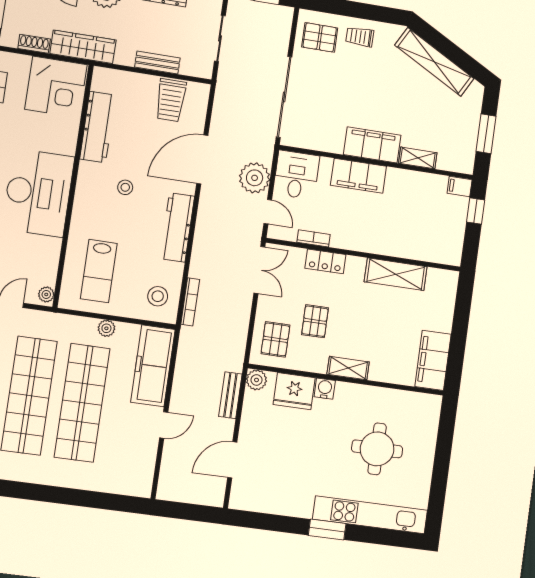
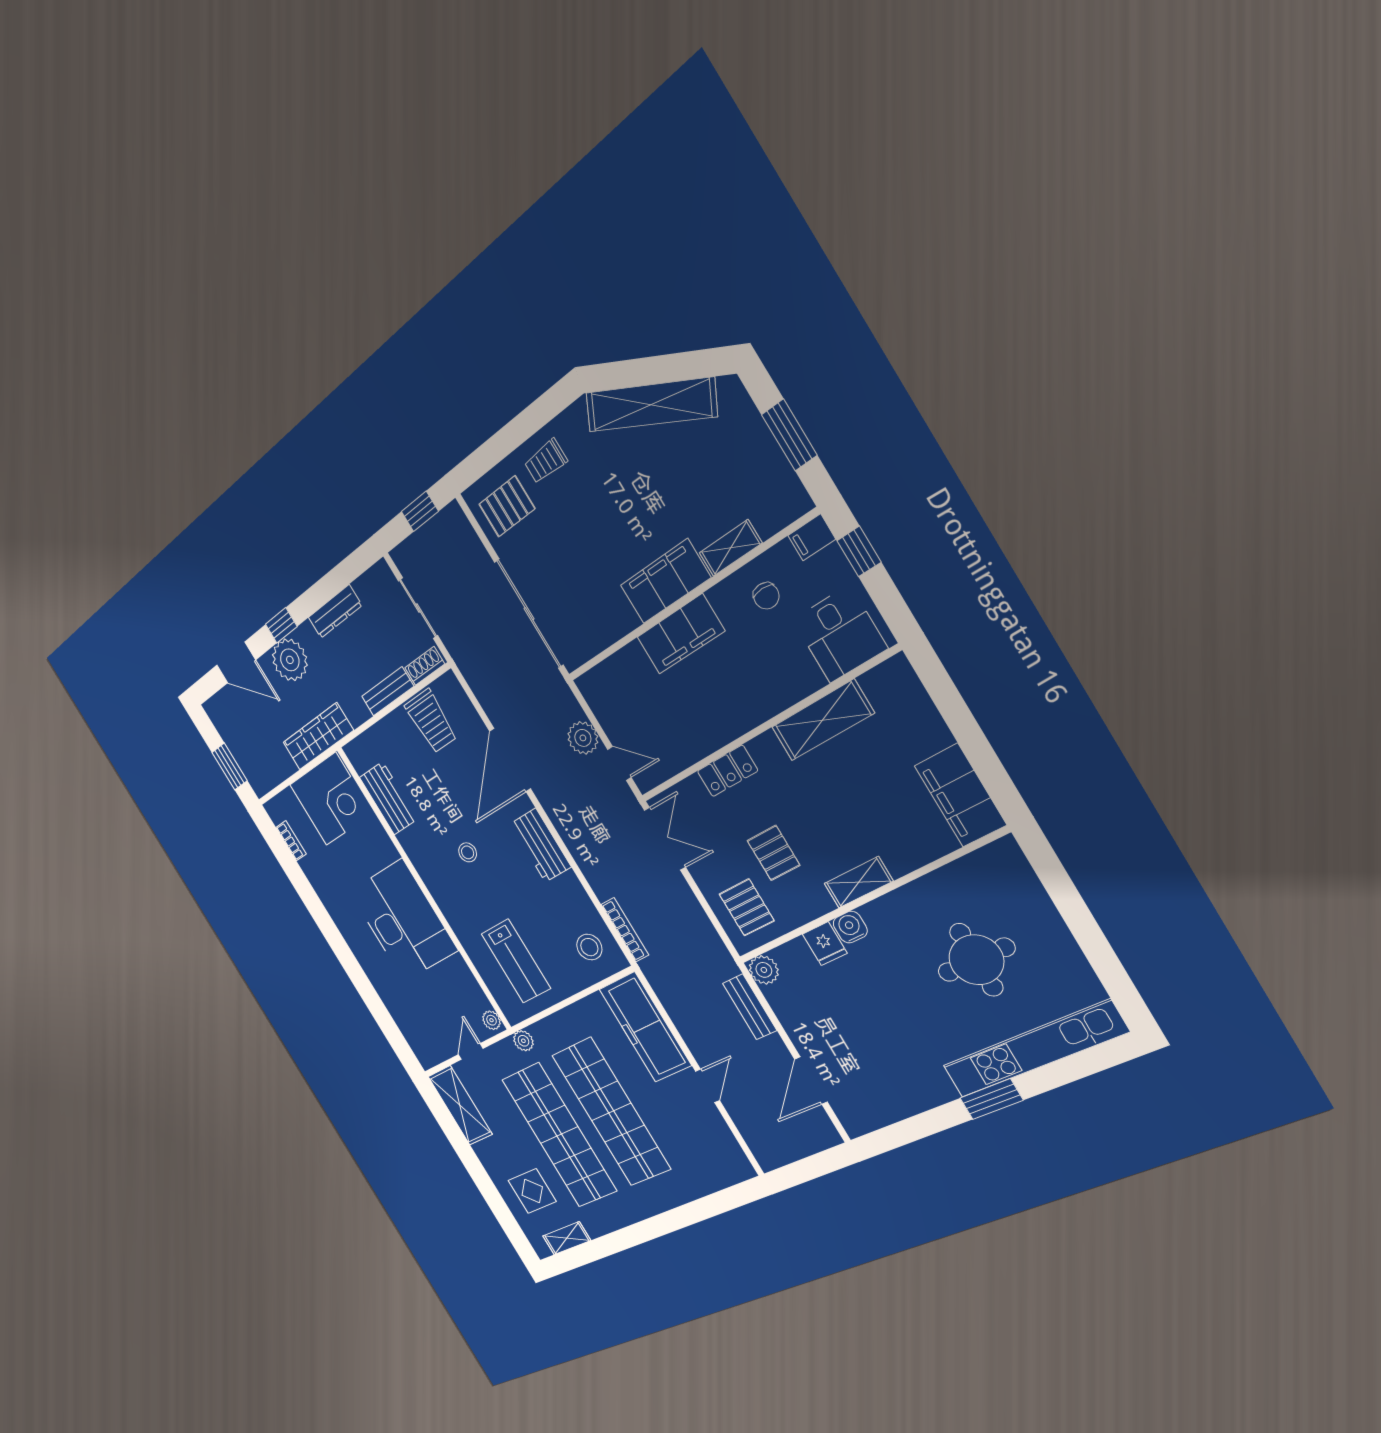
shoe rack: (34, 44) -> (425, 666), moved
workbench: (98, 127) -> (388, 798), width x0.73
desk: (296, 175) -> (840, 634), moved, turned 180
plant: (255, 178) -> (583, 738), width x0.73, depth x0.73
chair: (417, 194) -> (766, 596), added
workbench: (177, 227) -> (541, 845), width x0.73
bookcase: (314, 238) -> (692, 754), removed
plant: (106, 328) -> (523, 1041), moved
fridge: (294, 391) -> (825, 944), width x0.53, depth x0.75

